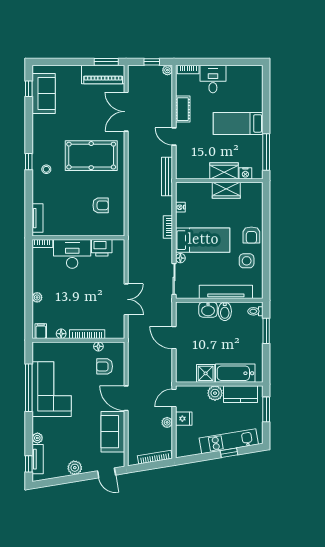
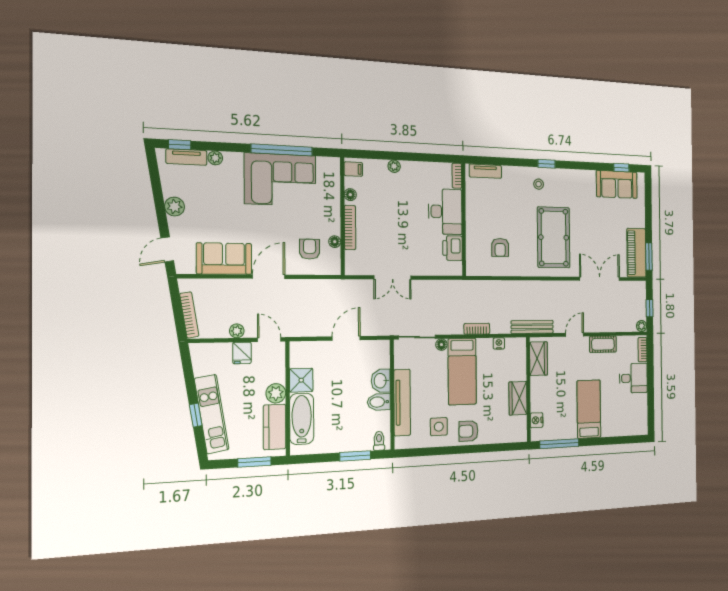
wardrobe: (224, 171) -> (539, 359), moved

